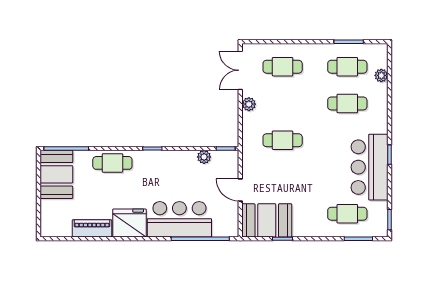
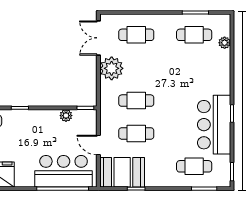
cafe table: (347, 103) -> (136, 133), moved
plant: (249, 104) -> (112, 68), width x1.88, depth x1.88
bar counter: (179, 219) -> (64, 171), moved

